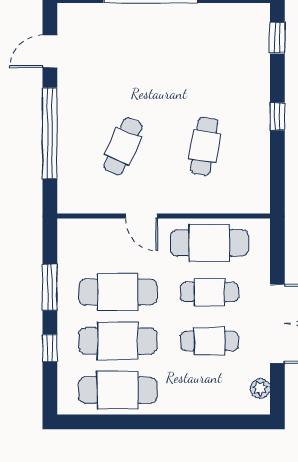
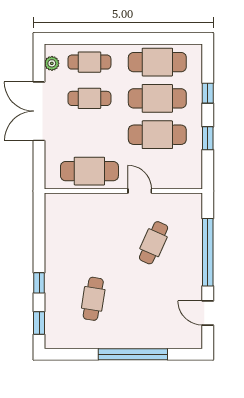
door: (50, 51) -> (208, 313), swing flipped
window: (277, 116) -> (39, 283), moved
cafe table: (204, 146) -> (93, 299), moved
window: (50, 287) -> (208, 138), width x0.67
cafe table: (209, 292) -> (89, 62), moved

